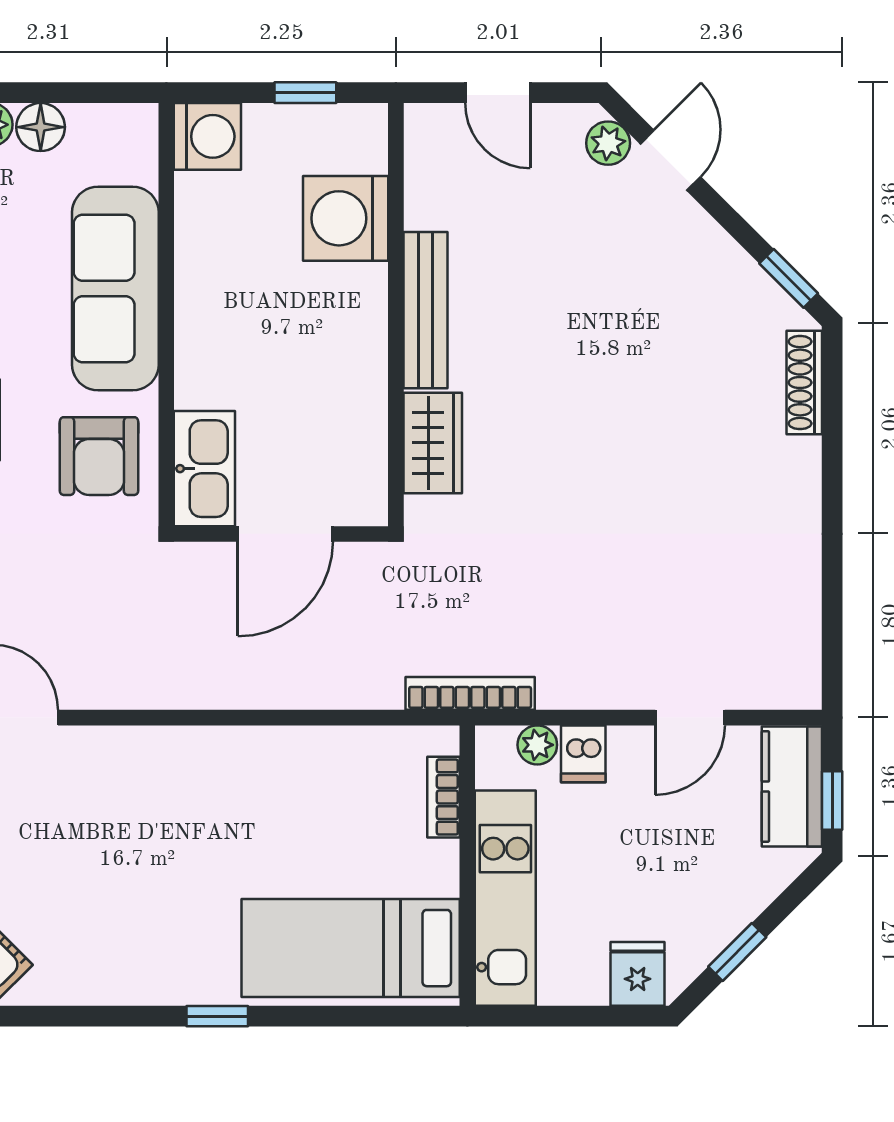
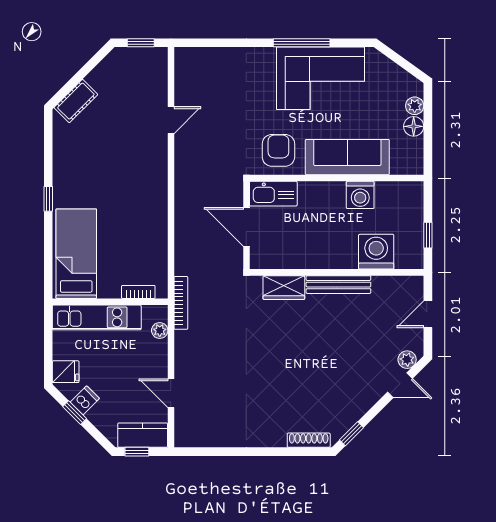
washing machine: (207, 136) -> (360, 195), moved
armchair: (99, 456) -> (278, 150), turned 90
dishwasher: (583, 754) -> (85, 400), moved, turned 135

